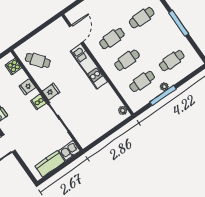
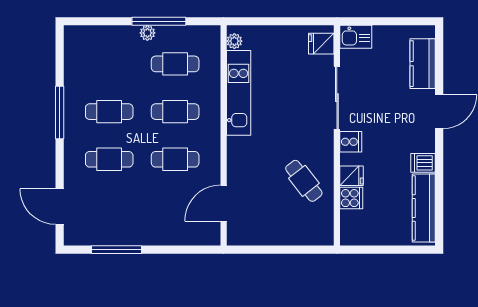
cafe table: (38, 60) -> (304, 181), moved
cafe table: (172, 61) -> (109, 112), moved
kitchen unit: (89, 66) -> (239, 93), moved
cooker: (13, 67) -> (351, 198), moved
fridge: (51, 92) -> (321, 44), moved
kitchen counter: (50, 164) -> (423, 64), moved, turned 90

